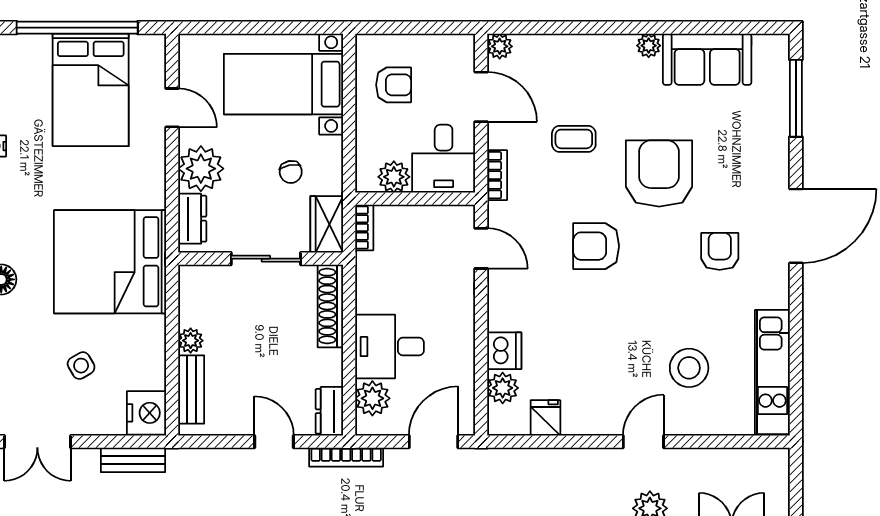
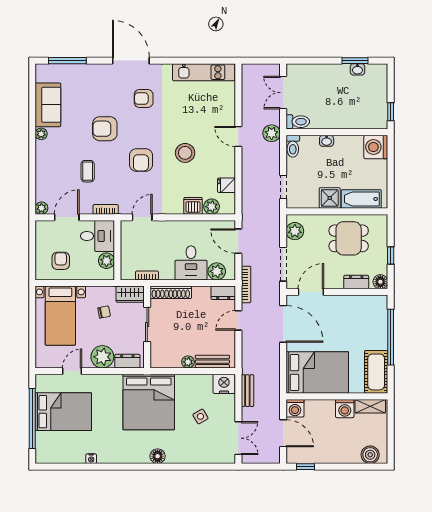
armchair: (659, 173) -> (105, 129), width x0.73, depth x0.73
bookcase: (364, 228) -> (147, 275), moved
stool: (689, 368) -> (185, 153), moved

